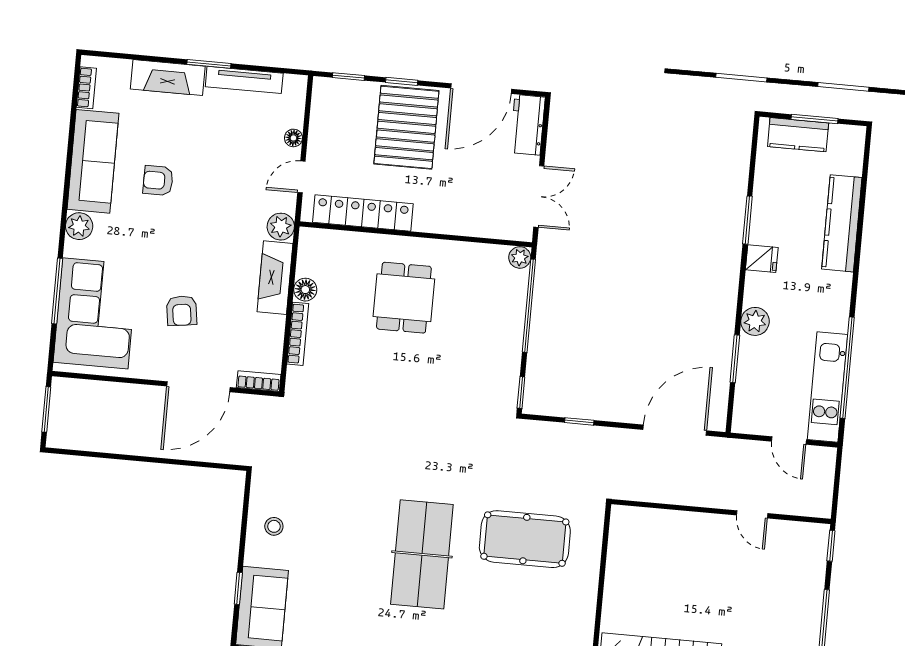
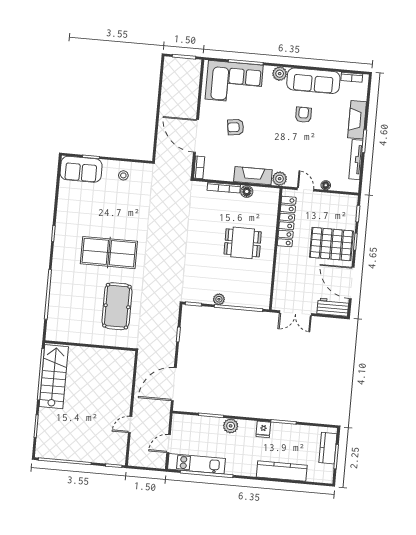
plant: (520, 257) -> (219, 299), moved
door: (675, 430) -> (174, 384), swing flipped

